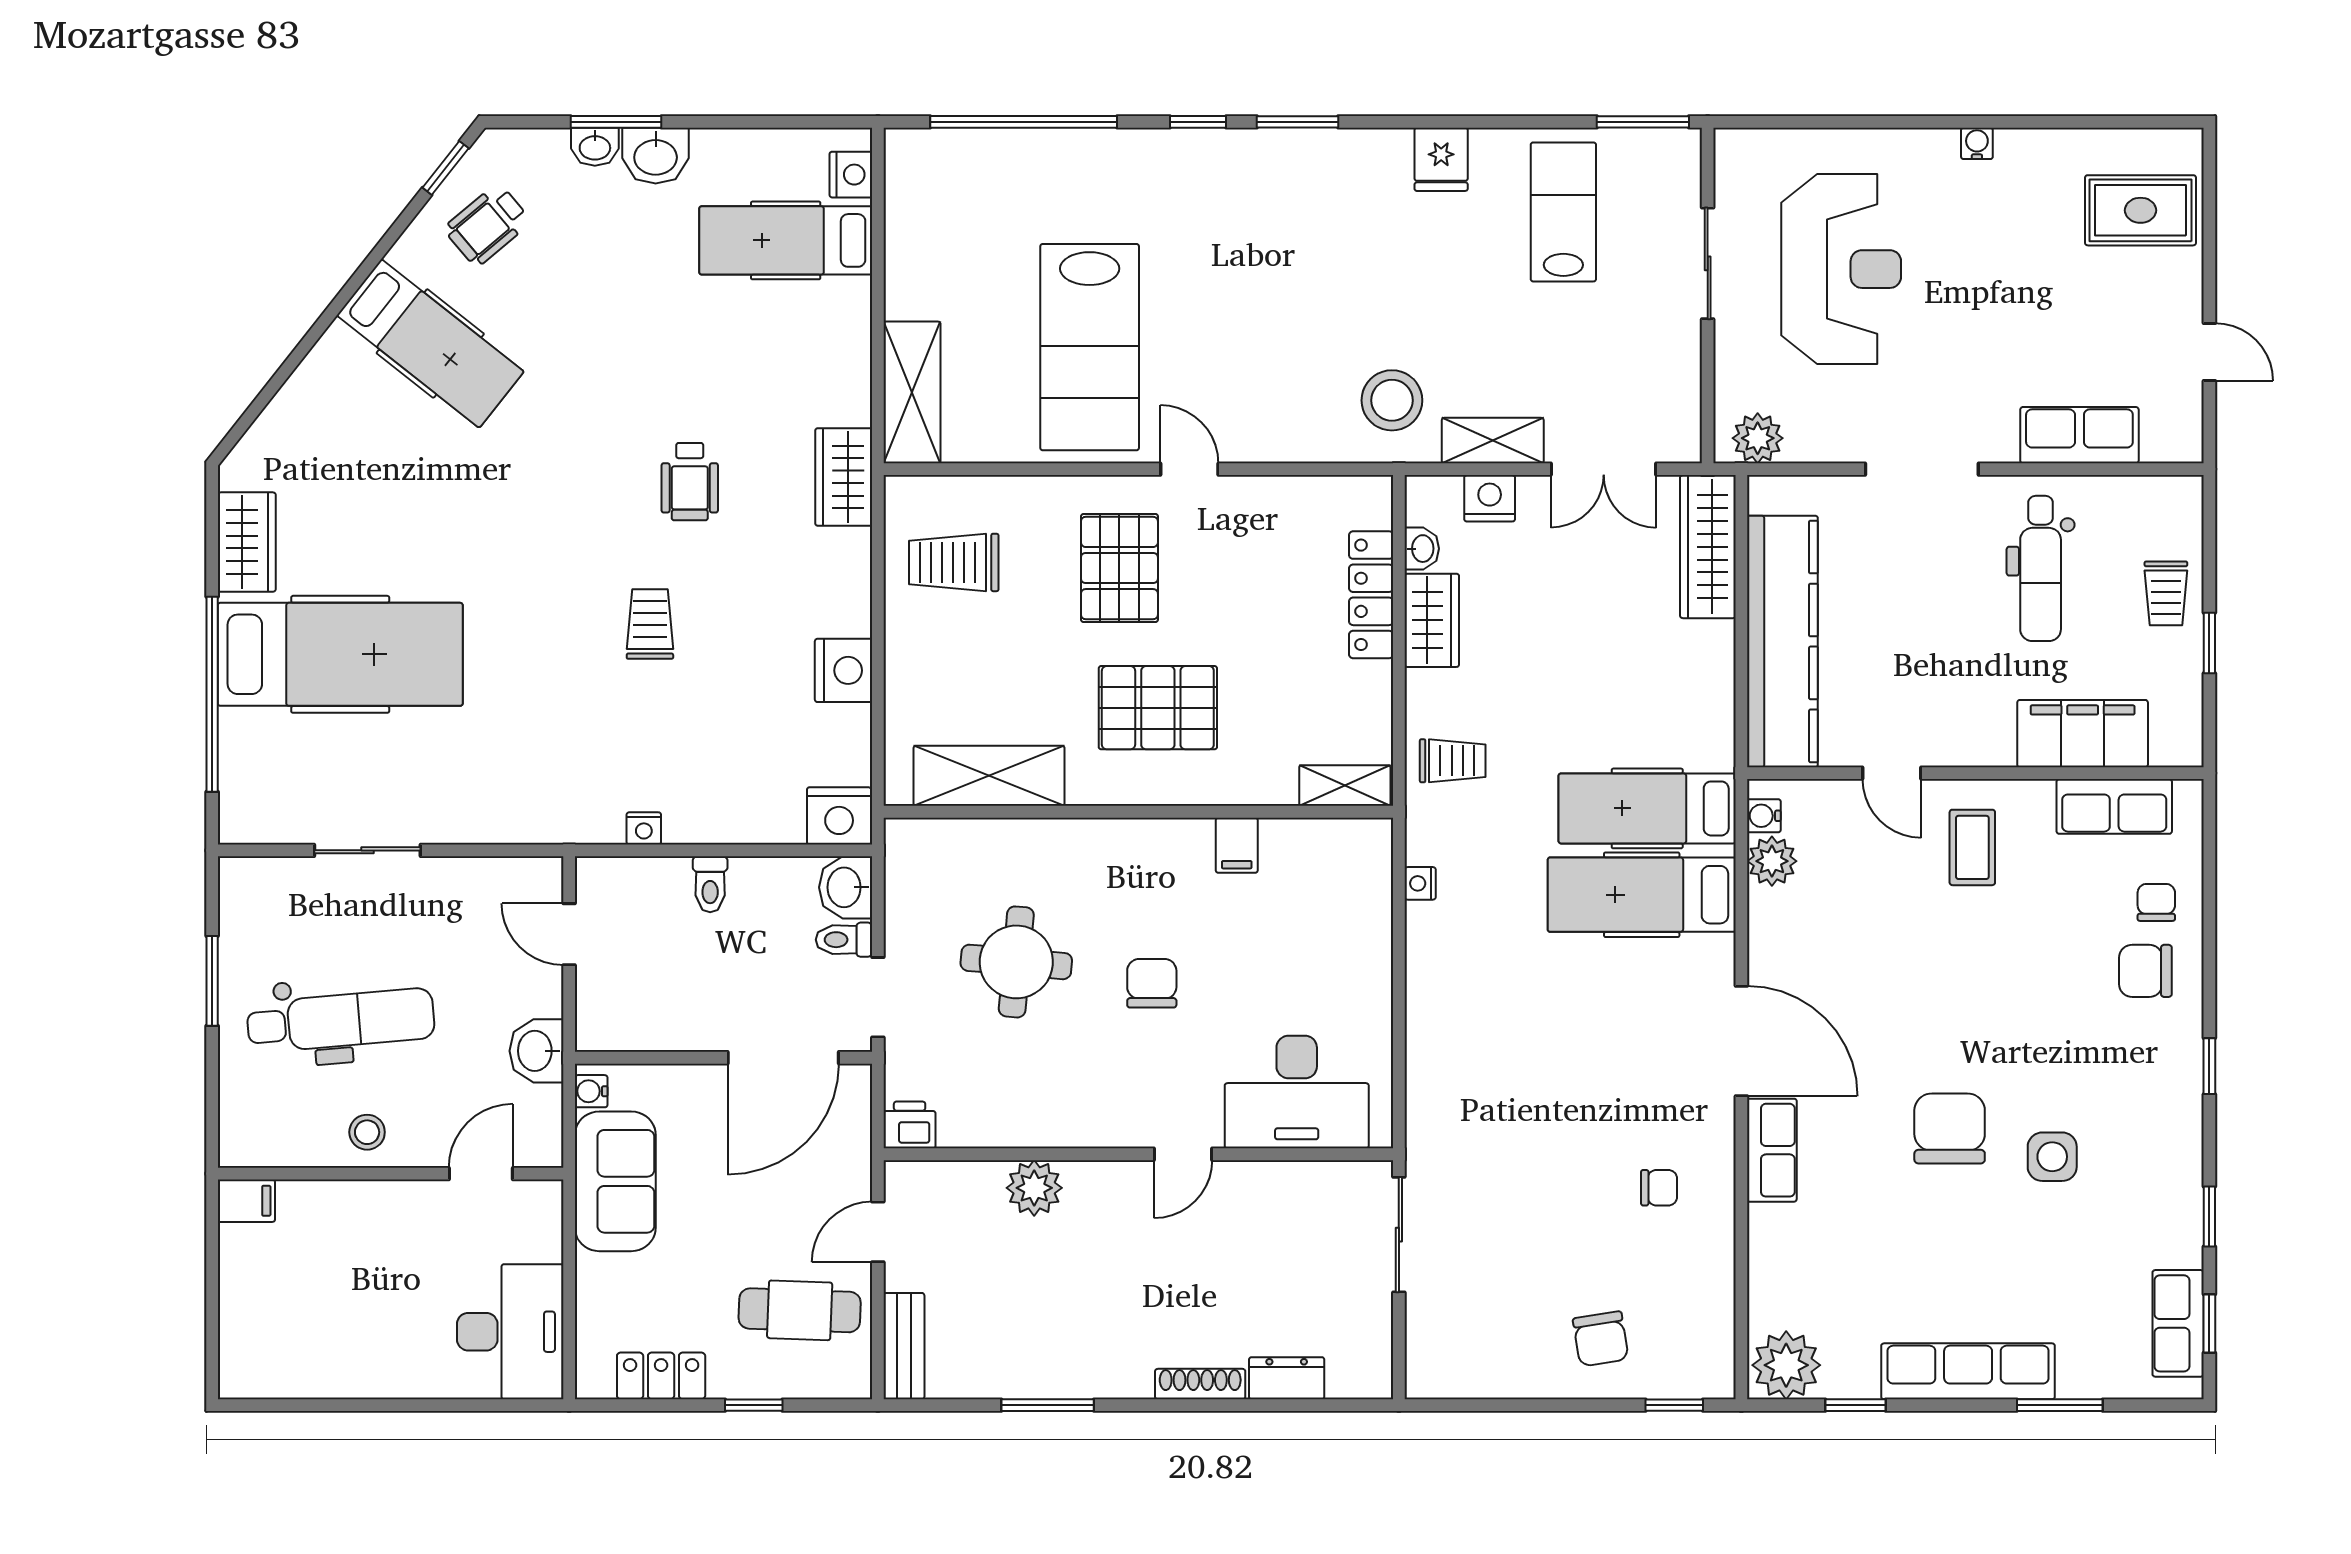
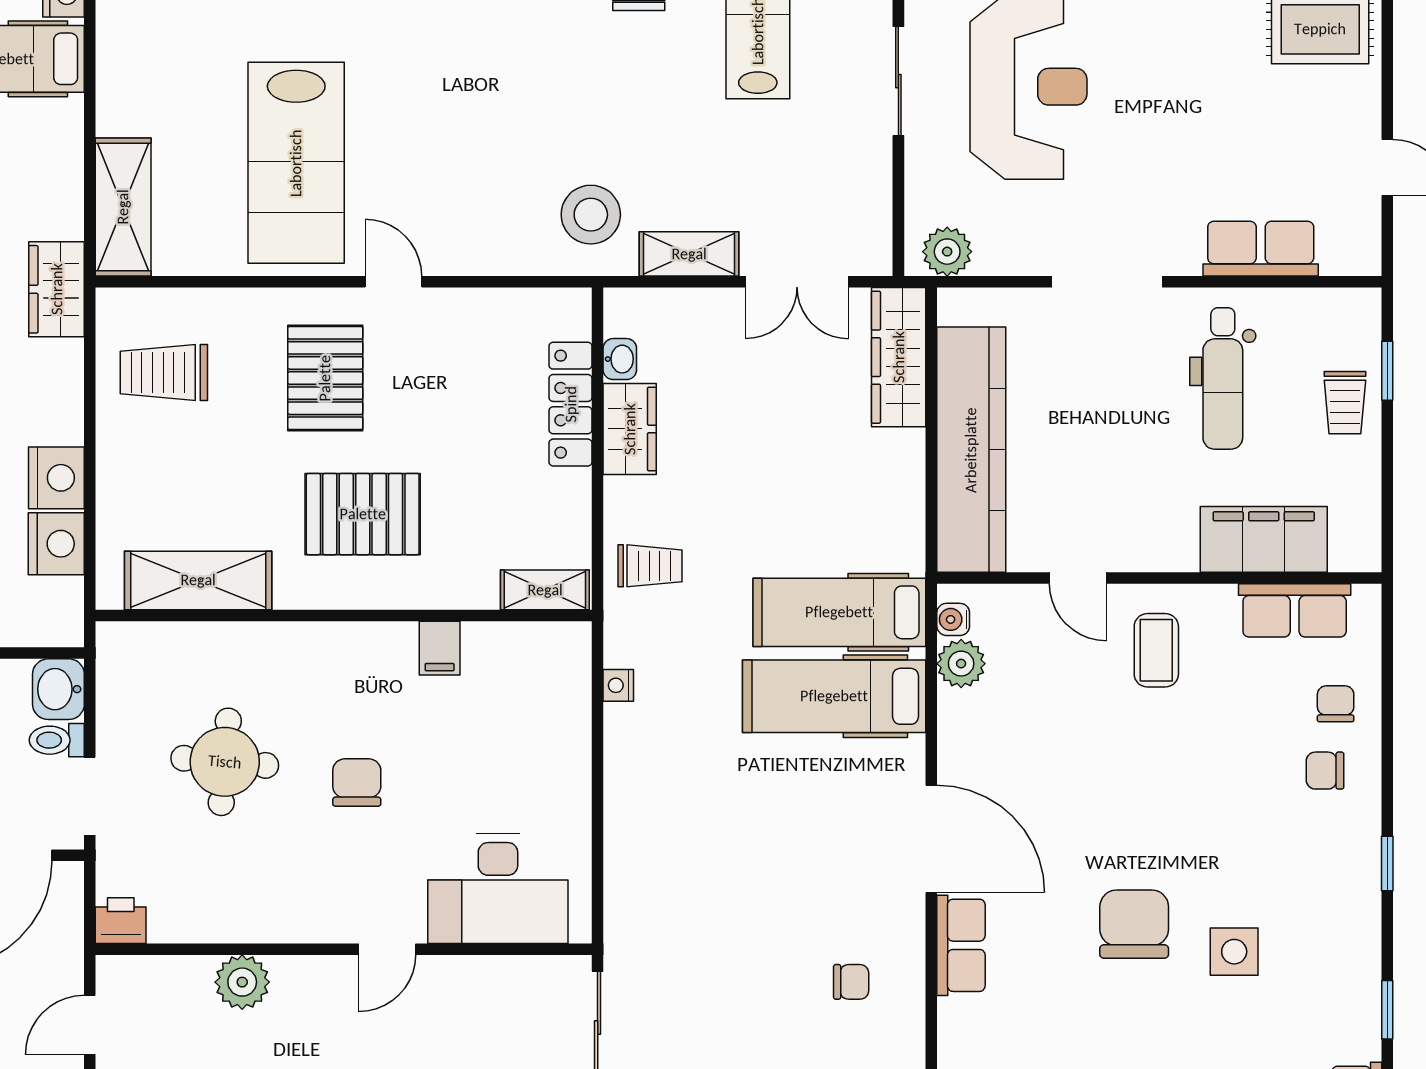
nightstand: (1490, 498) -> (686, 310), removed
window: (2209, 643) -> (1387, 371), moved
nightstand: (839, 816) -> (56, 544), moved, turned -90
chair: (2145, 971) -> (1325, 771), width x0.73, depth x0.73

